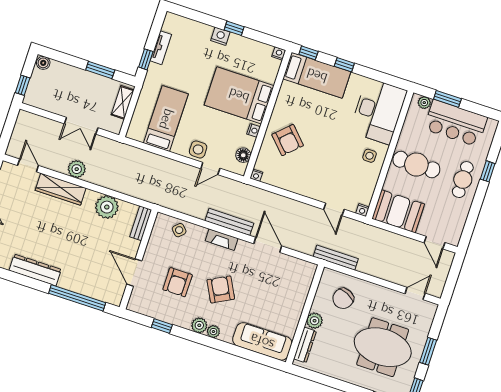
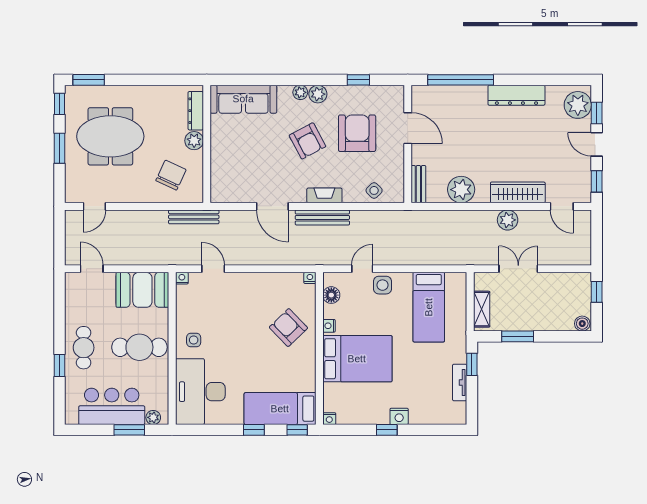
armchair: (178, 282) -> (357, 133), width x1.36, depth x1.36

